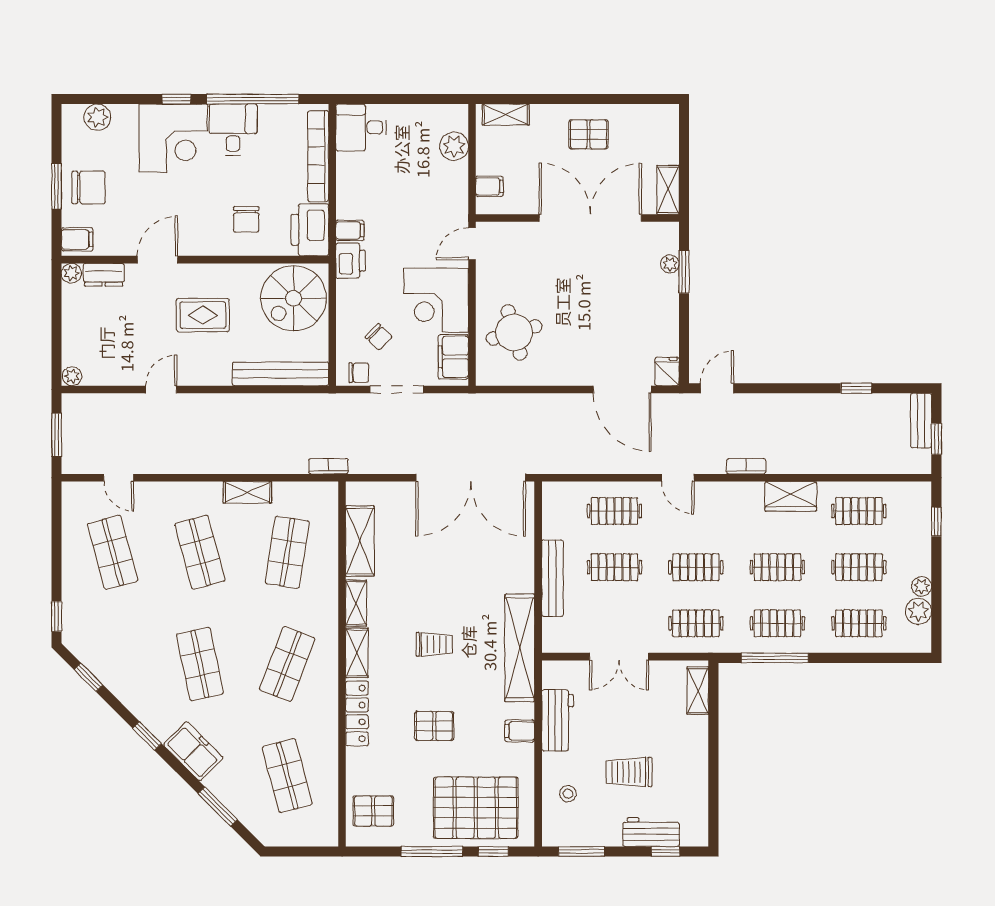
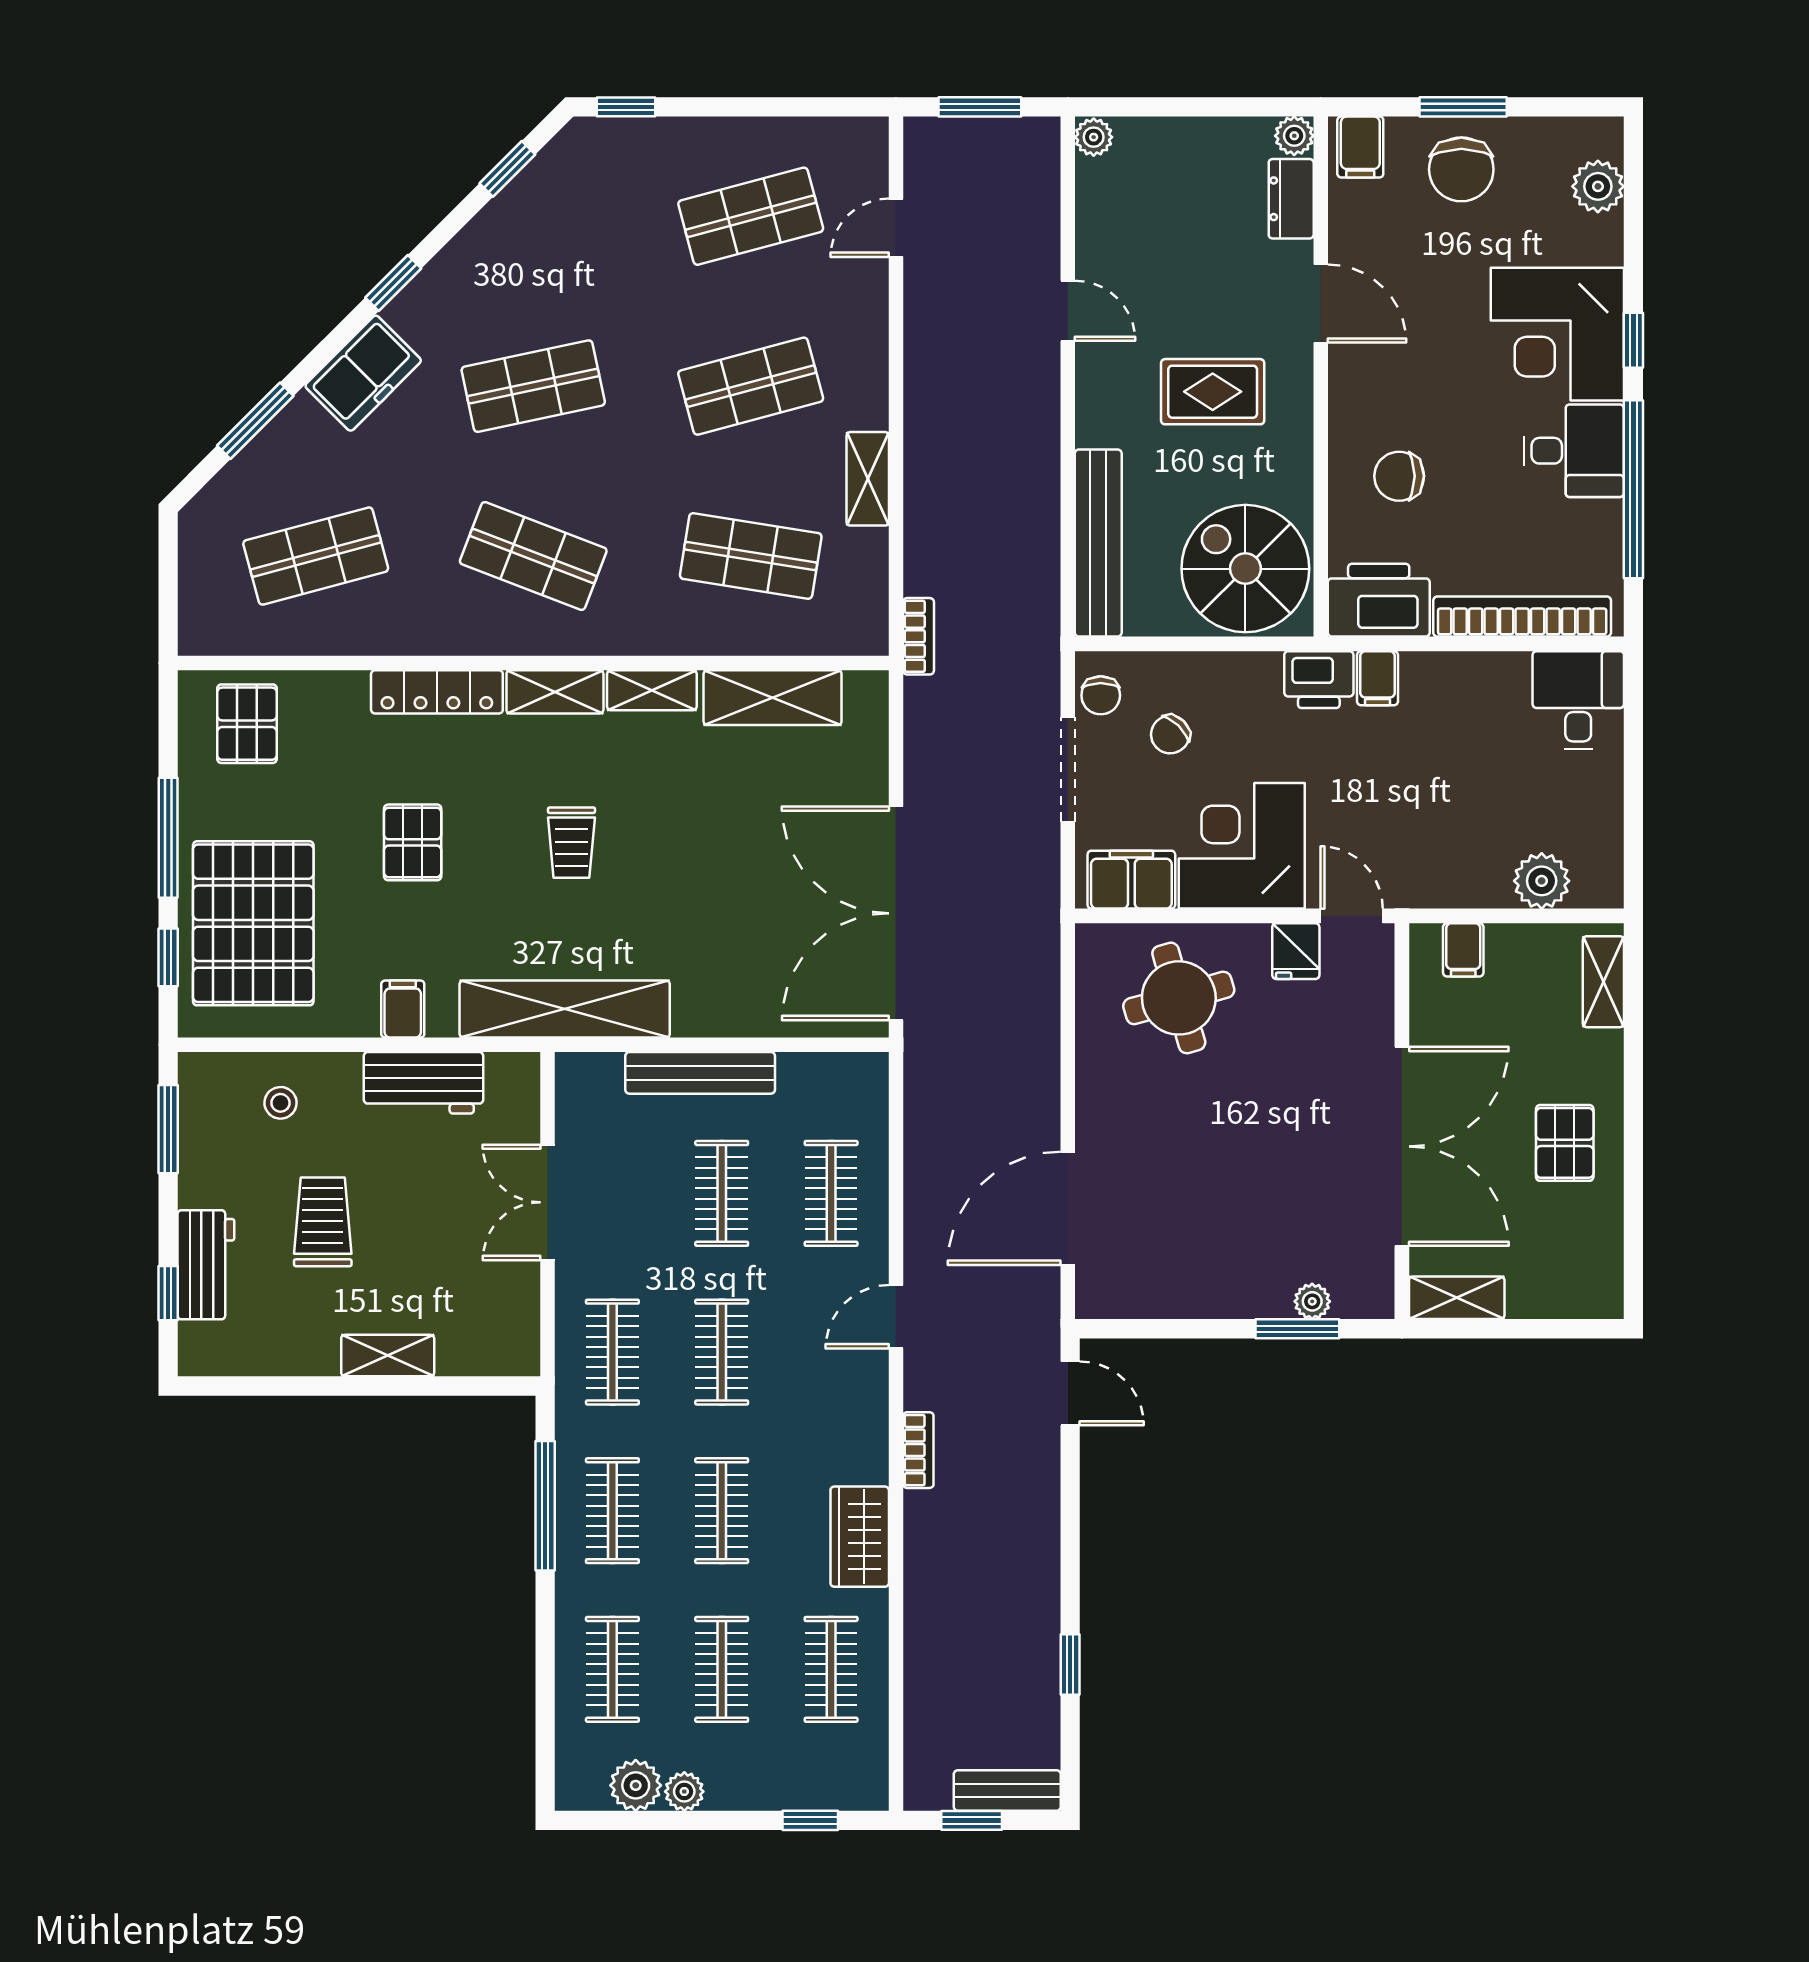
rug: (203, 315) -> (1213, 392), turned 90
fridge: (667, 371) -> (1296, 951), moved, turned 90
shelving: (698, 691) -> (388, 1356), moved

